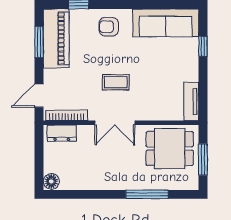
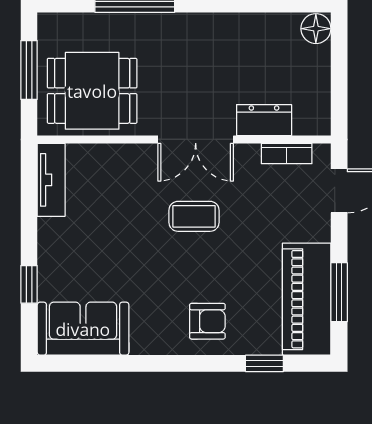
sofa: (166, 23) -> (83, 329), width x0.73
bookcase: (67, 115) -> (287, 154), width x0.64
double door: (115, 123) -> (196, 139), swing flipped
dresser: (62, 133) -> (264, 120), moved

